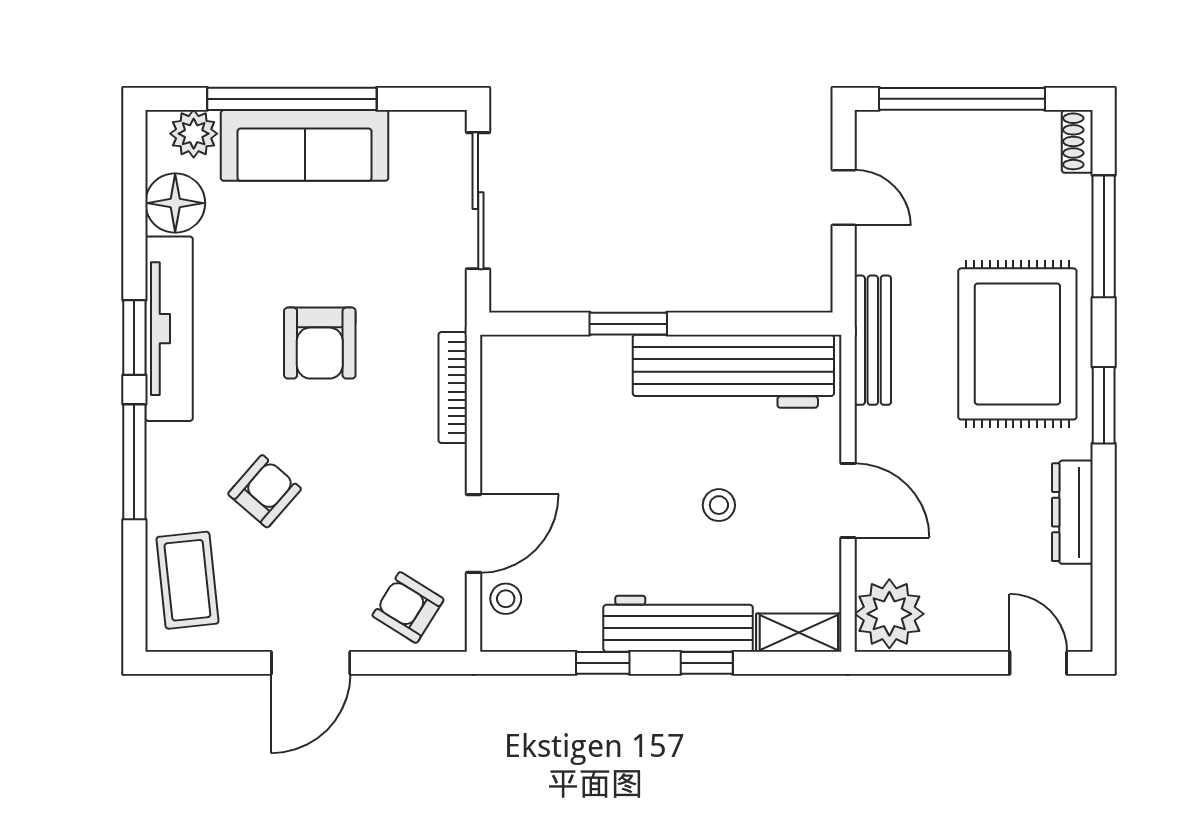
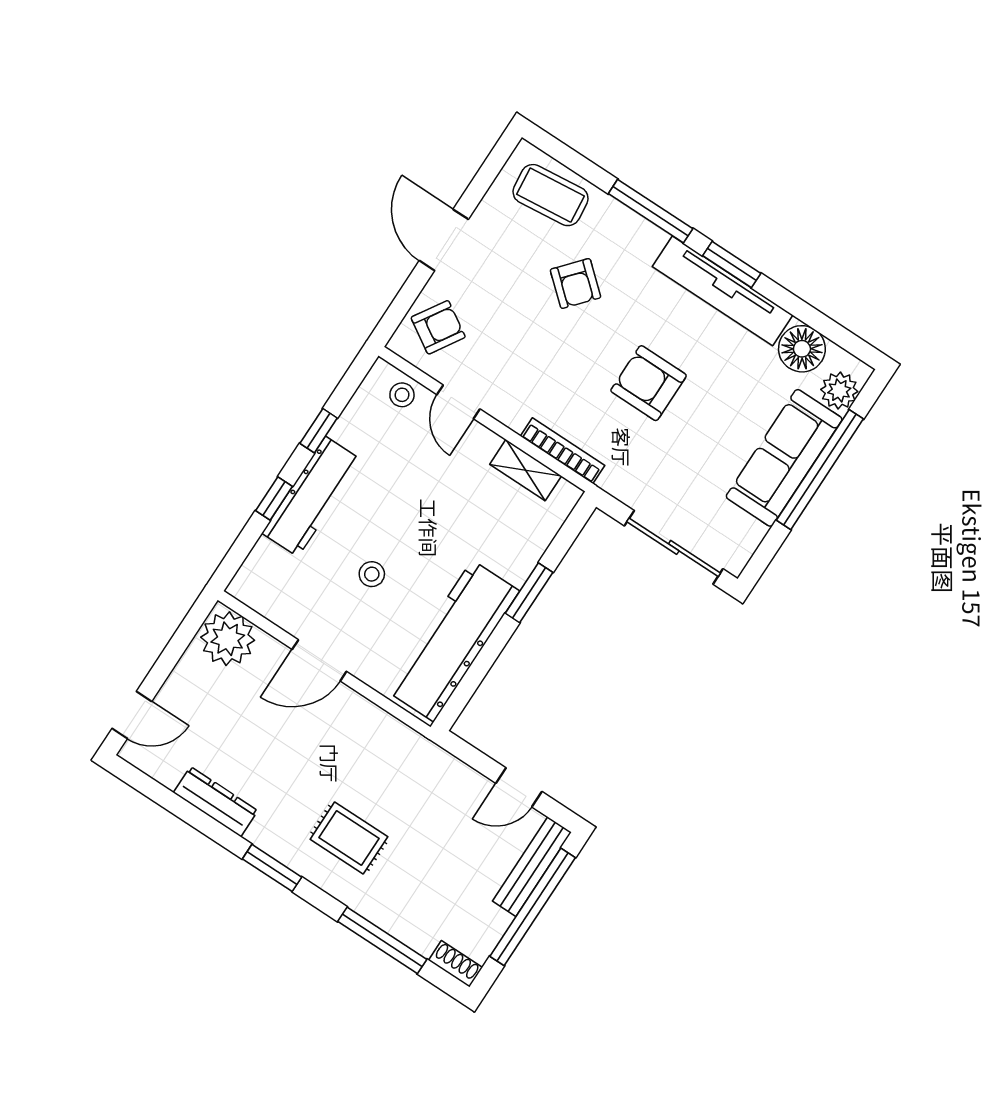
bench: (873, 340) -> (532, 867), moved, turned 90
rug: (1017, 344) -> (349, 838), width x0.54, depth x0.49
door: (474, 534) -> (458, 402), width x0.73
shelving: (799, 633) -> (526, 470), moved, turned 90

